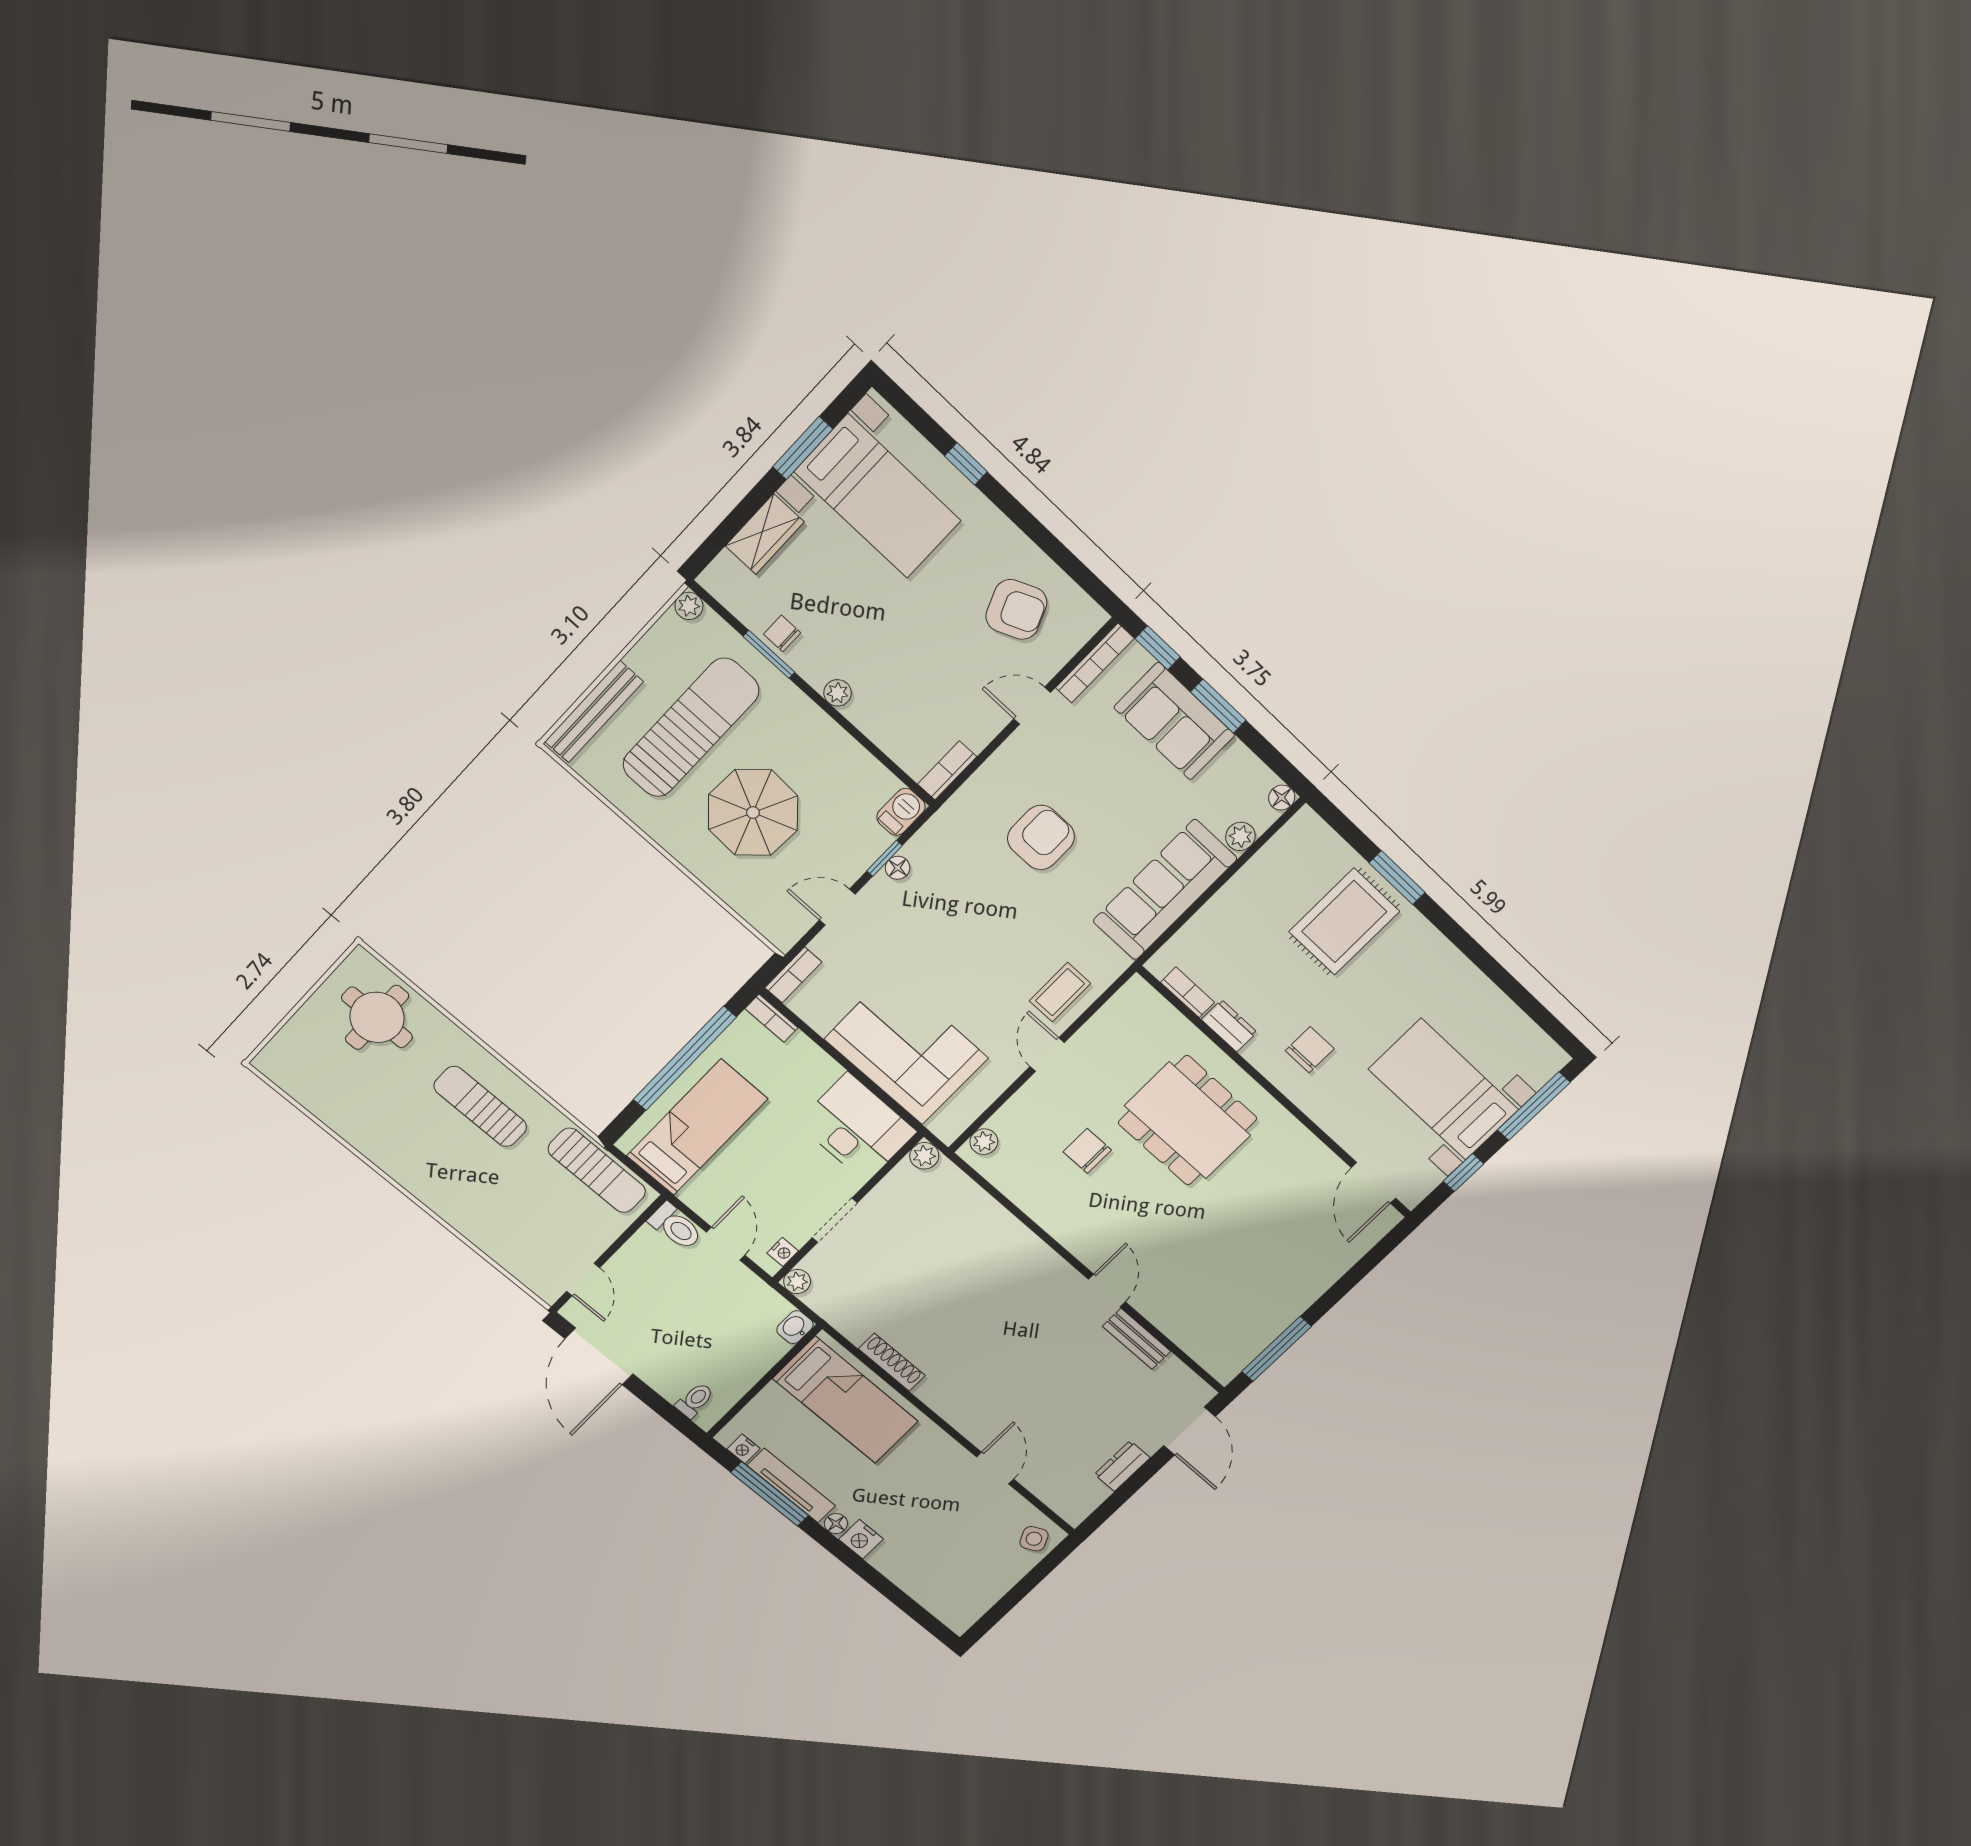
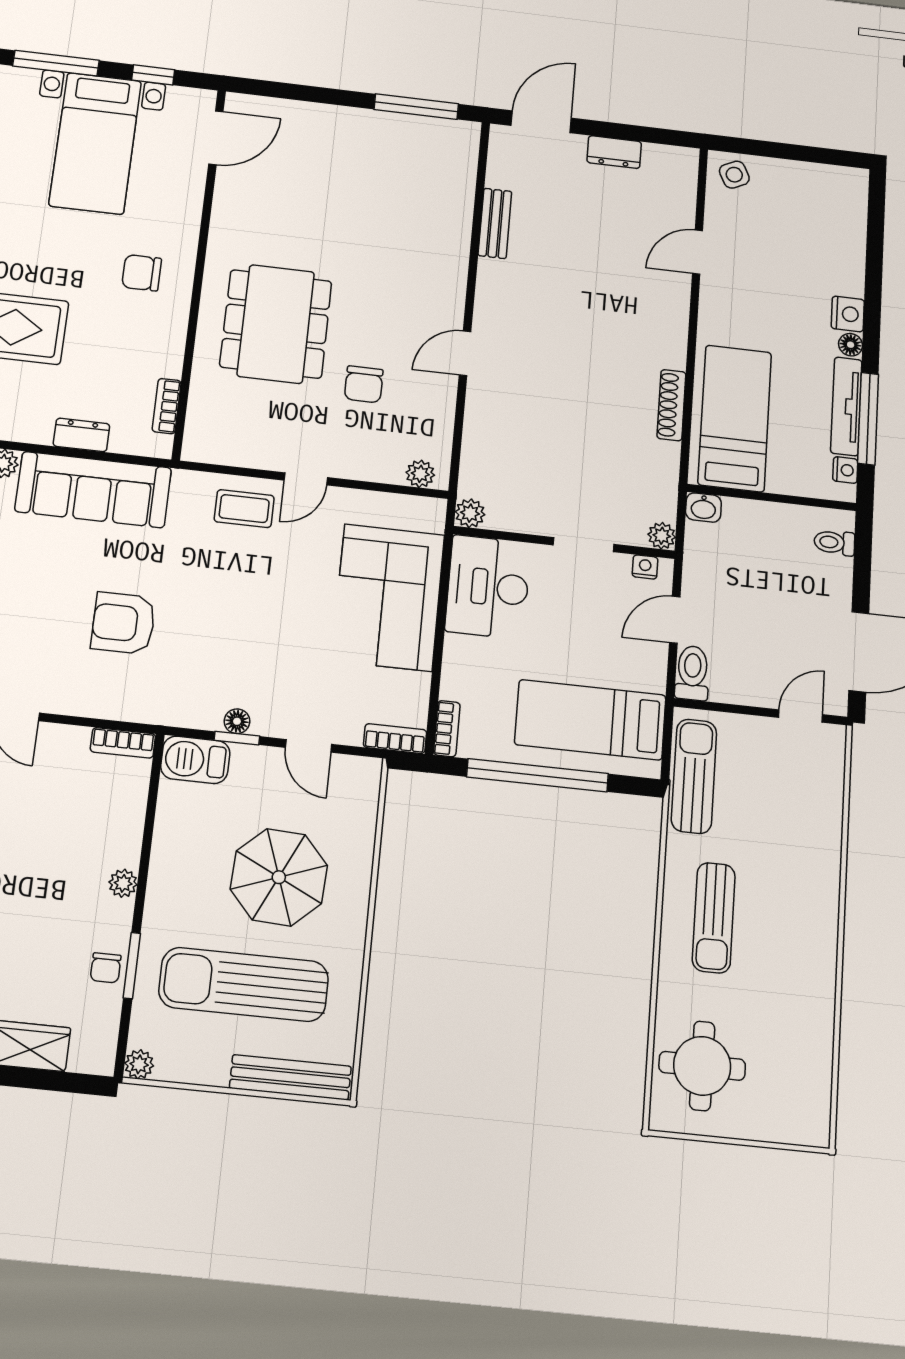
barbecue: (901, 812) -> (195, 760), width x1.38, depth x1.27
dresser: (1229, 1026) -> (81, 435), moved, turned 90
door: (1107, 1290) -> (465, 353), moved

